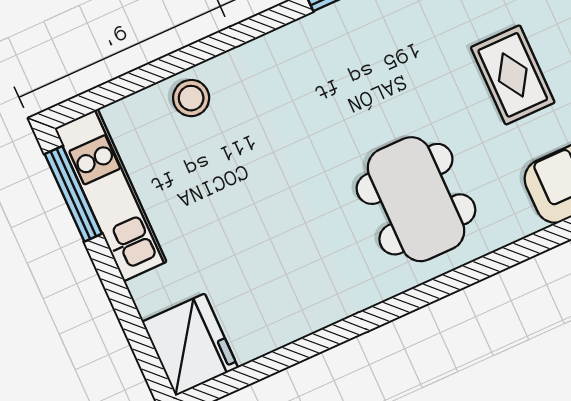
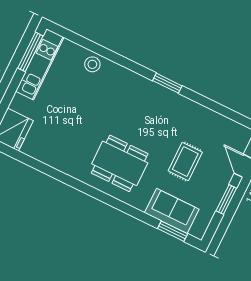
dining table: (416, 199) -> (120, 163), turned 90

